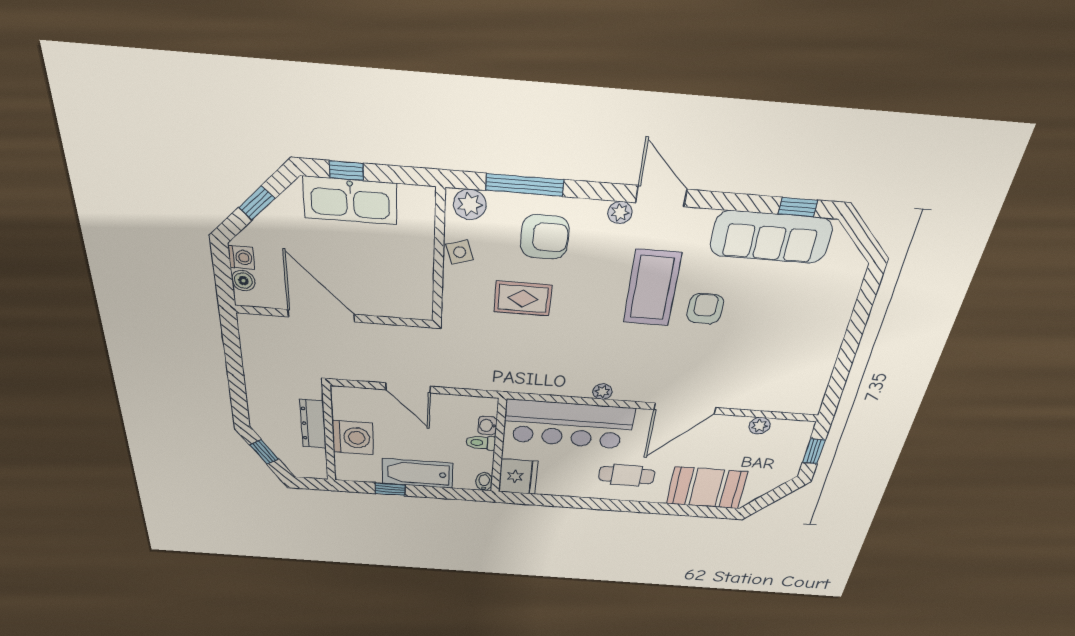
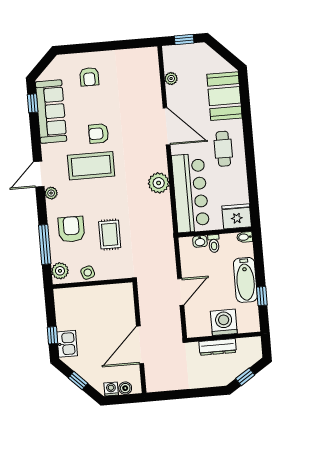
kitchen sink: (350, 201) -> (67, 344), width x0.53, depth x0.81
armchair: (809, 310) -> (89, 77), added
plant: (602, 392) -> (159, 183), width x1.87, depth x1.87

